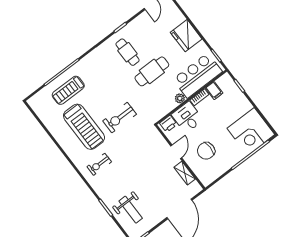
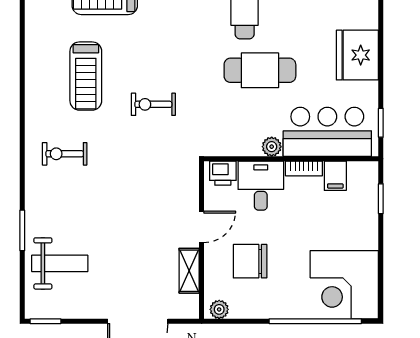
exercise bike: (120, 118) -> (153, 104), width x0.73, depth x0.72
treadmill: (84, 127) -> (86, 76), width x0.73, depth x0.73
plant: (208, 179) -> (219, 309), added
weight bench: (131, 210) -> (60, 263), turned -90

